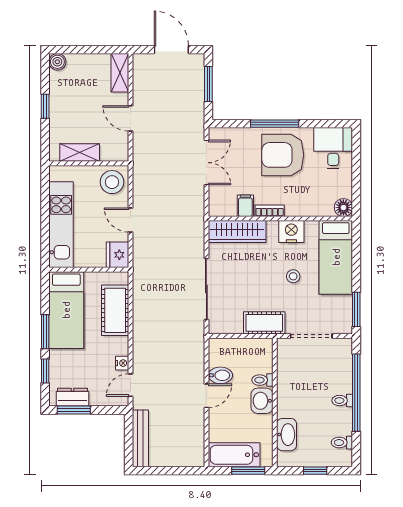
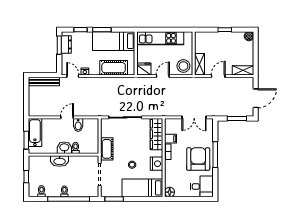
shelving: (80, 153) -> (199, 64), moved
door: (206, 396) -> (67, 117), swing flipped
washbasin: (287, 435) -> (60, 161), moved

